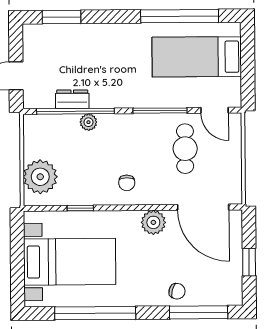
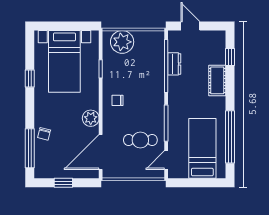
window: (61, 17) -> (230, 57), width x0.67
cot: (96, 35) -> (217, 80), added
plant: (88, 122) -> (159, 75), removed
window: (95, 313) -> (30, 78), width x0.32

